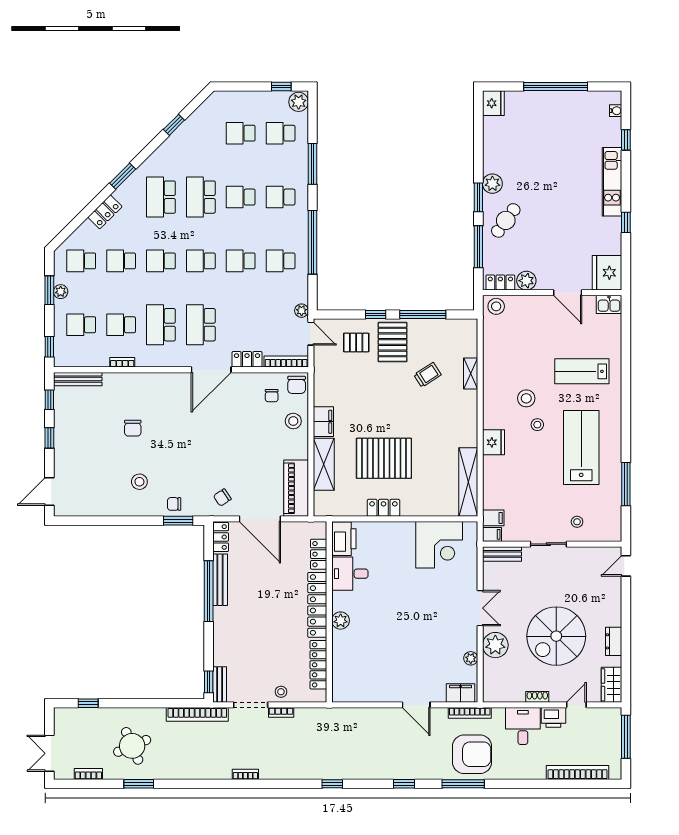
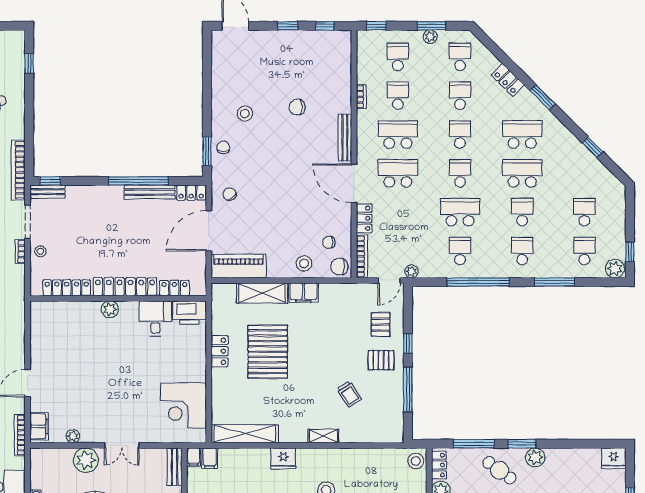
school desk: (241, 261) -> (460, 212), width x1.85
pallet: (393, 342) -> (381, 360), width x0.67, depth x0.71
shelving: (471, 374) -> (323, 436), moved
bench: (78, 379) -> (345, 138), moved

